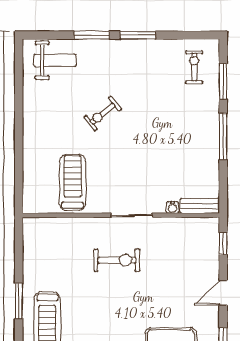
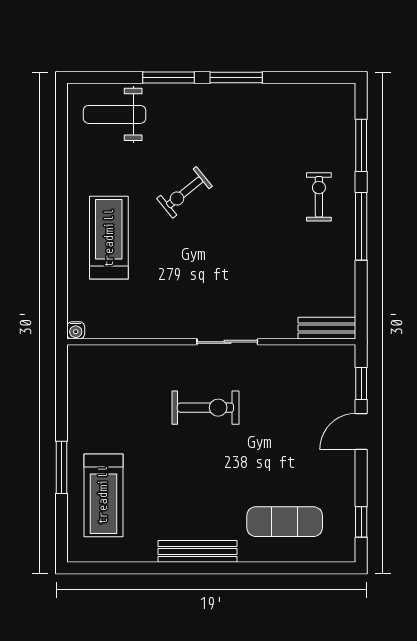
weight bench: (55, 60) -> (114, 114), turned 180
exercise bike: (194, 67) -> (319, 197), moved
treadmill: (73, 183) -> (109, 238), moved
water cooler: (173, 207) -> (76, 330), moved
door: (223, 293) -> (361, 432), moved

